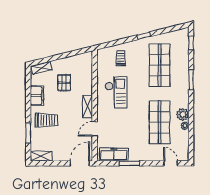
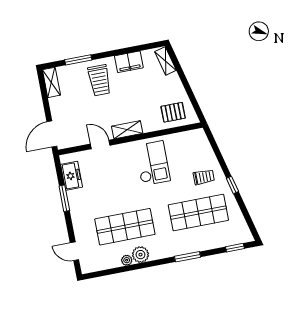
trolley: (121, 58) -> (204, 177), moved
pallet: (64, 83) -> (173, 112), moved
checkout: (116, 92) -> (153, 163), turned -90
freezer: (114, 155) -> (72, 176), width x0.71
door: (80, 163) -> (52, 134), swing flipped
door: (171, 163) -> (74, 251), swing flipped

